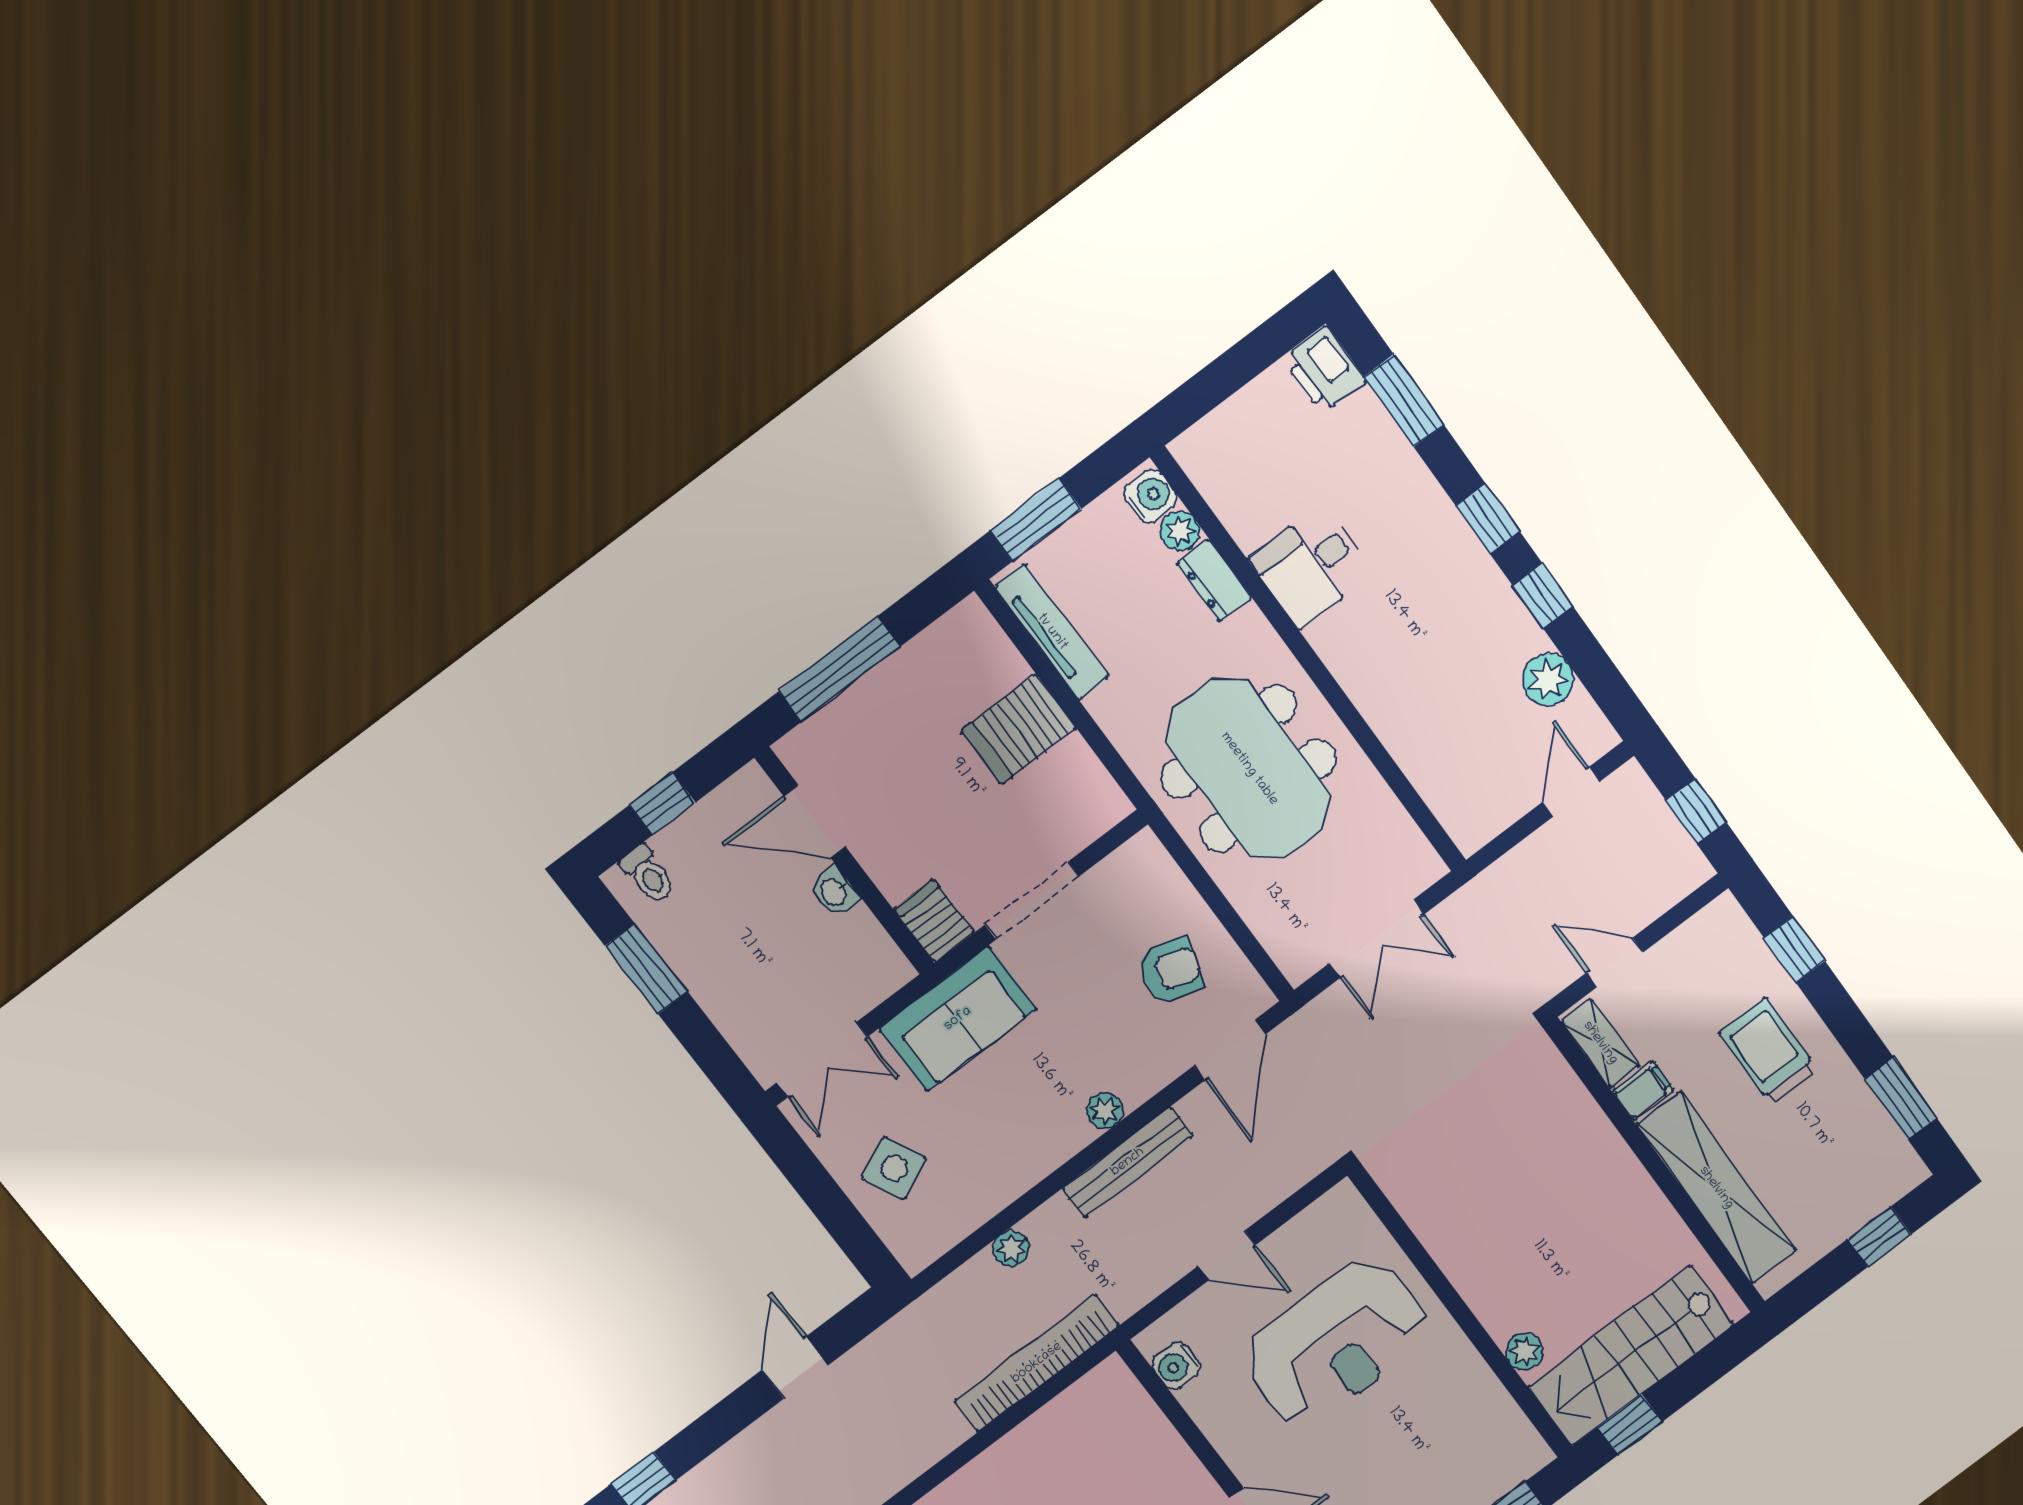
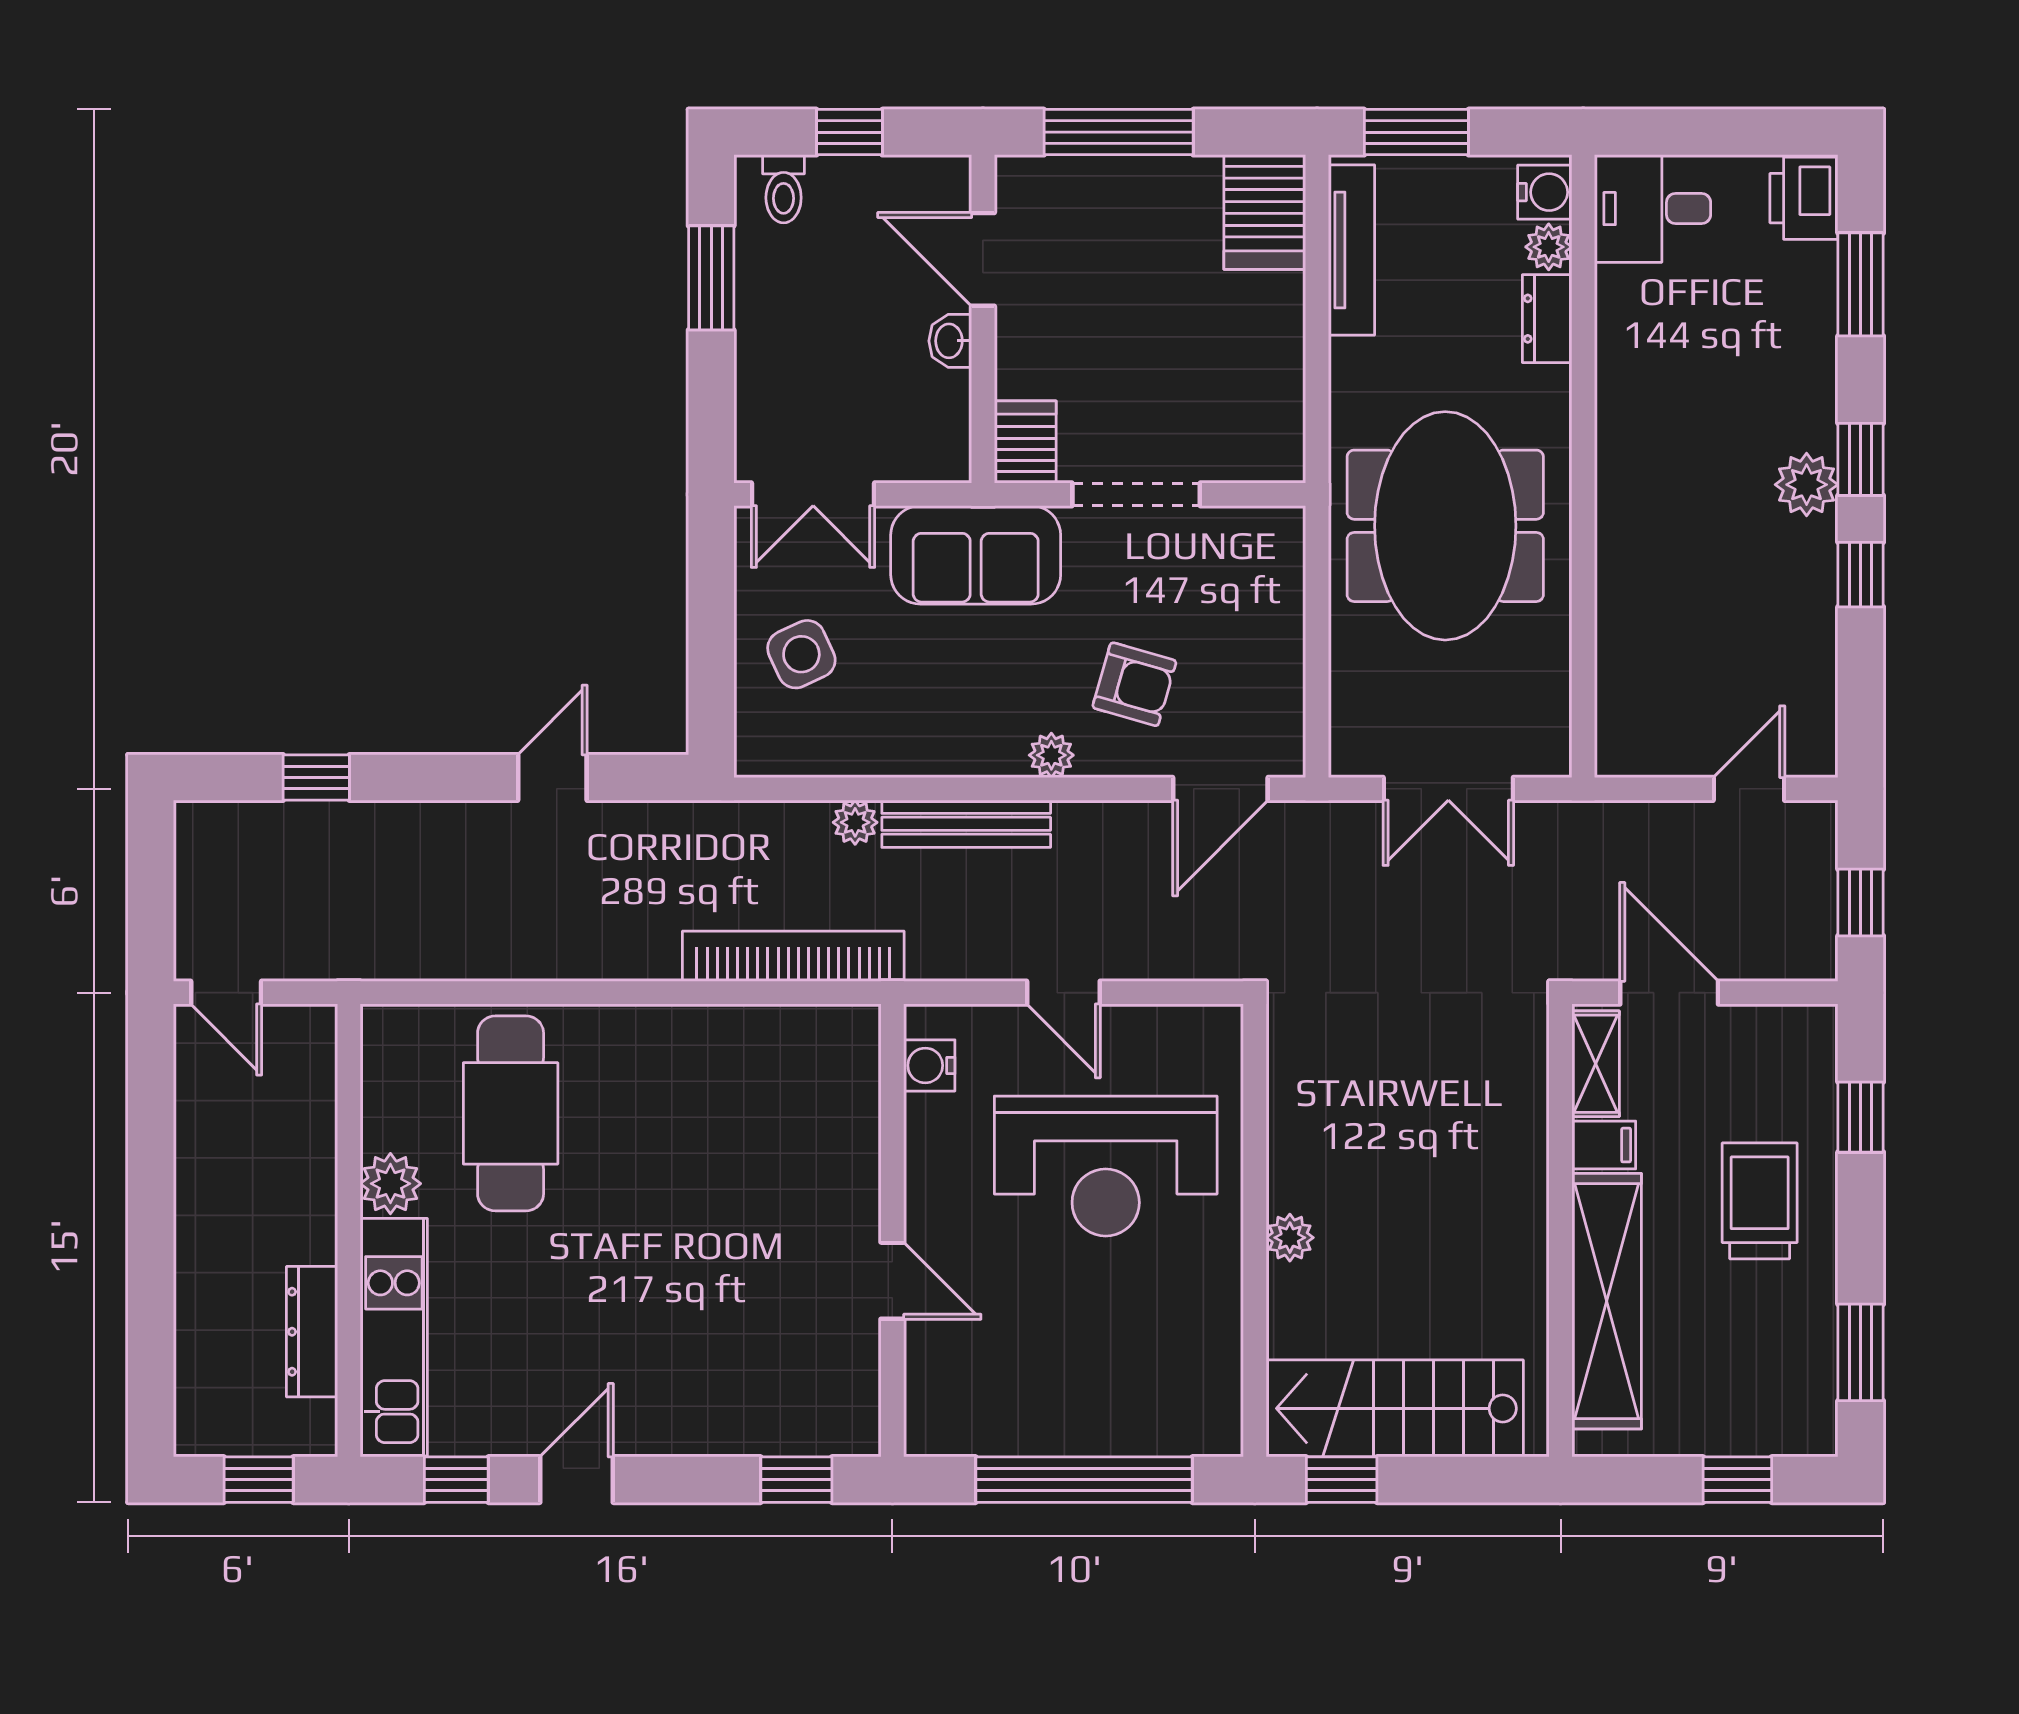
desk: (1311, 566) -> (1653, 209), moved
plant: (1548, 680) -> (1807, 485), moved
server rack: (1019, 729) -> (1265, 212), moved, turned -90
door: (1615, 962) -> (1669, 993), width x1.38
armchair: (1170, 971) -> (1134, 684), moved
bench: (1128, 1162) -> (966, 824), moved
plant: (1524, 1351) -> (1290, 1238), moved

